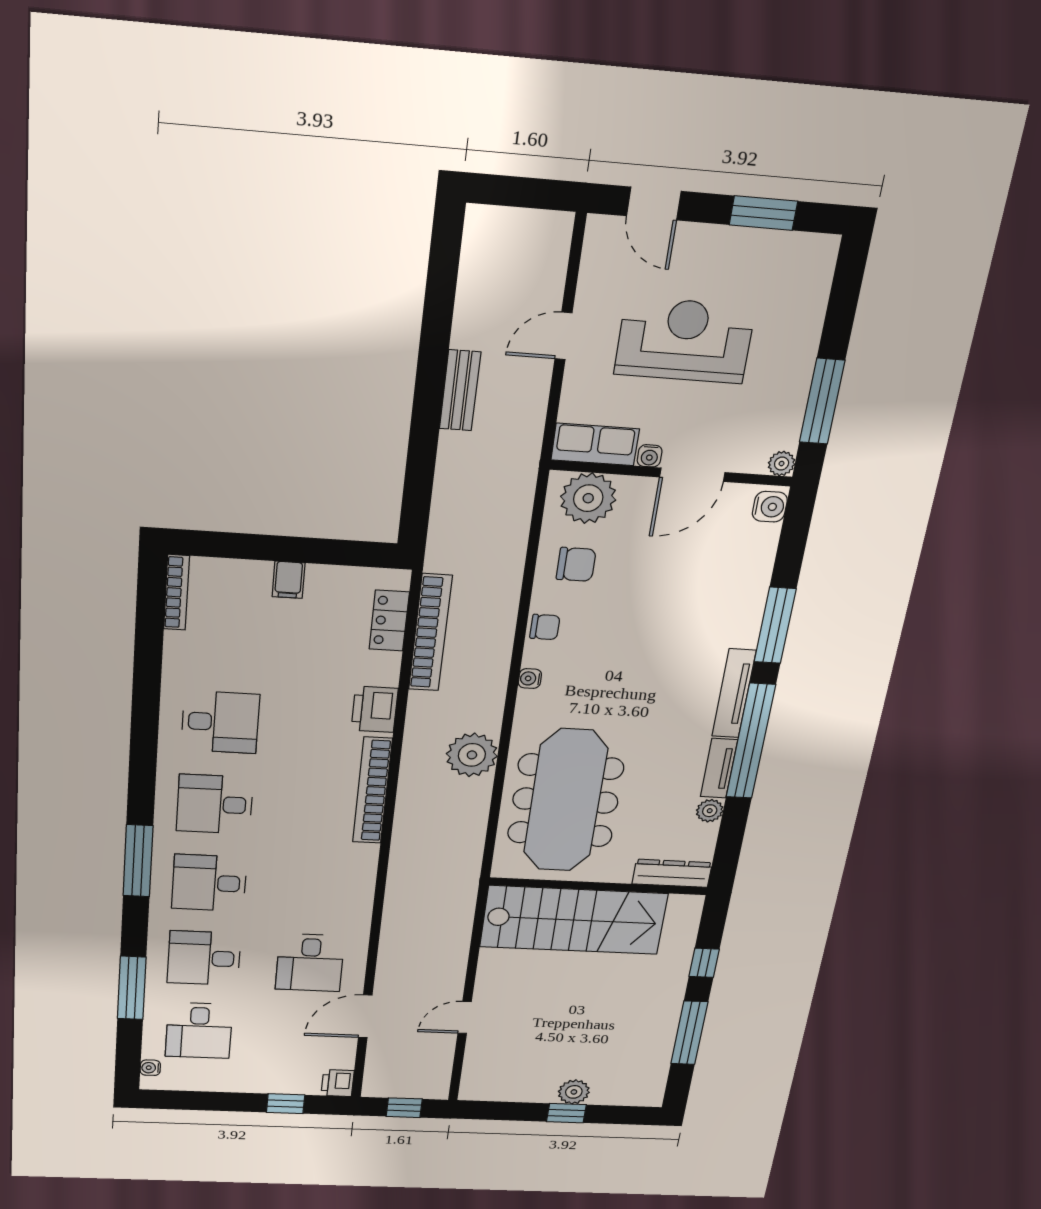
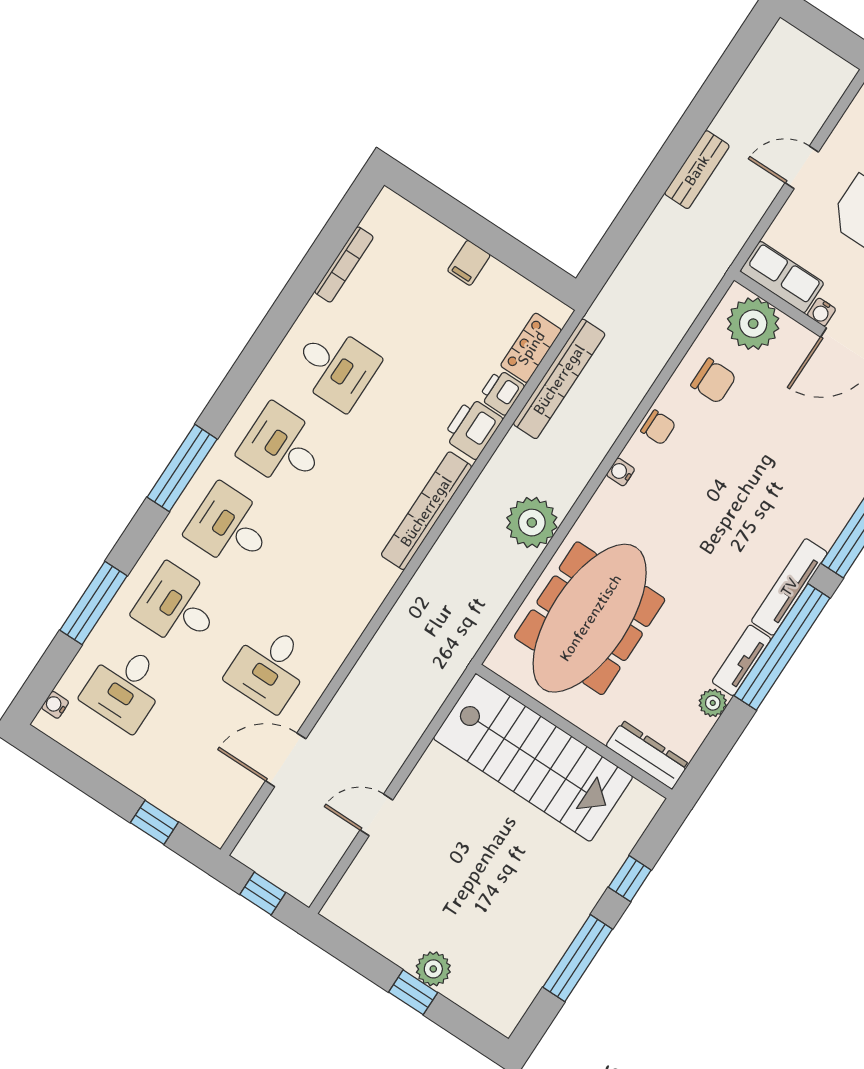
bookcase: (176, 592) -> (344, 264), moved
printer: (338, 1083) -> (502, 392), moved

